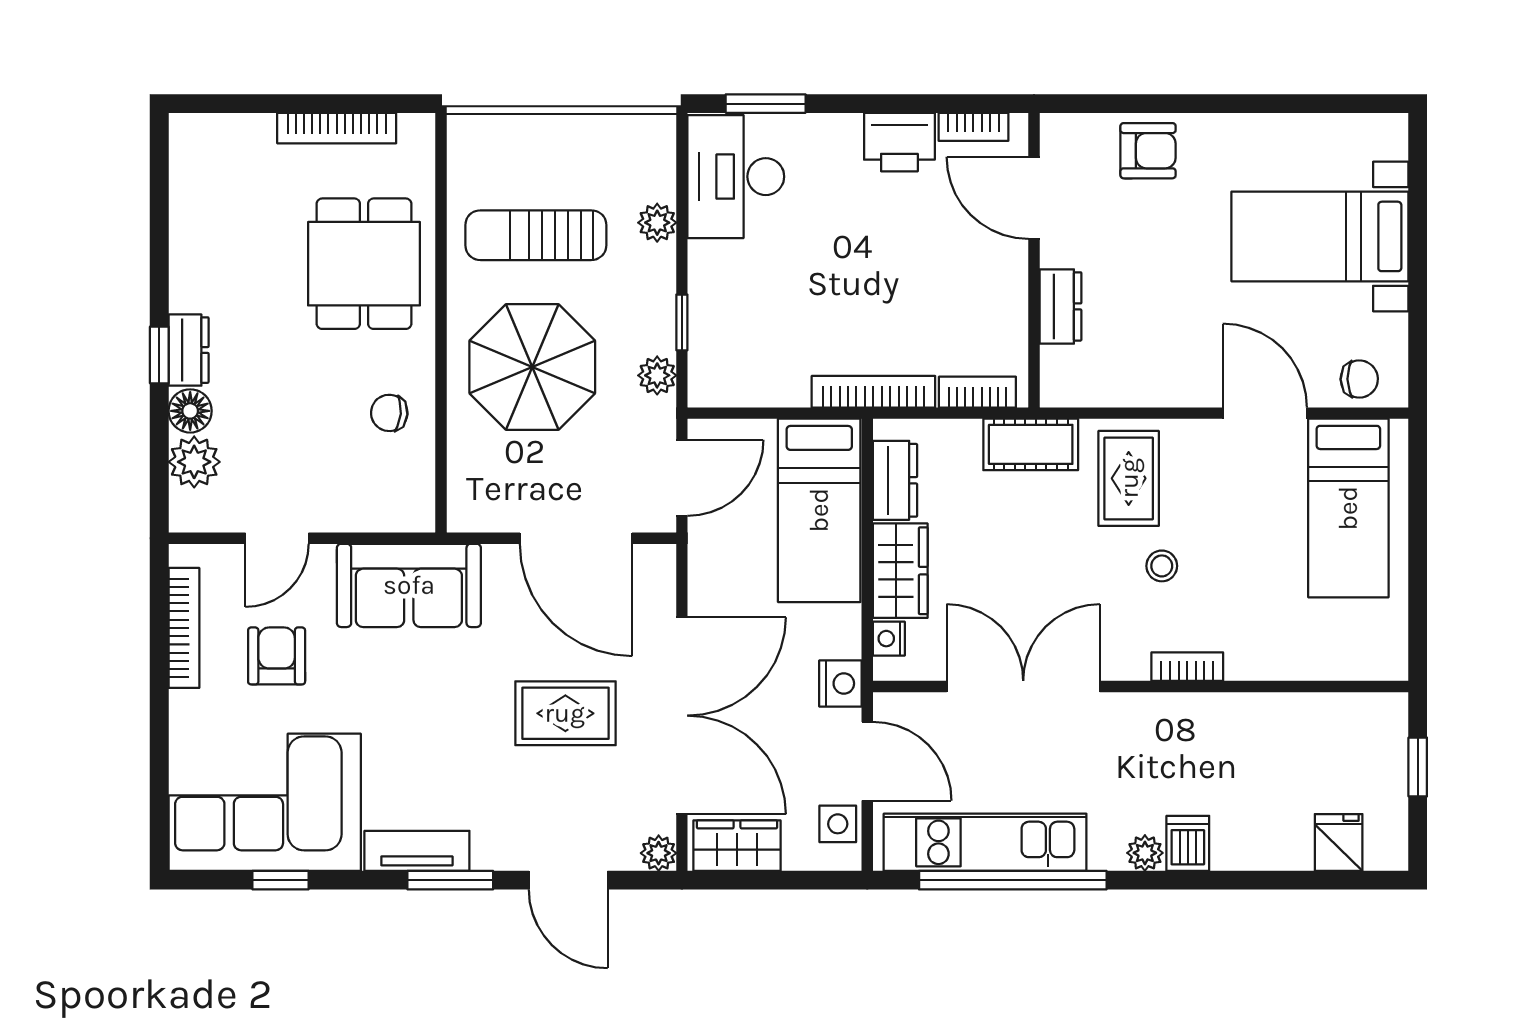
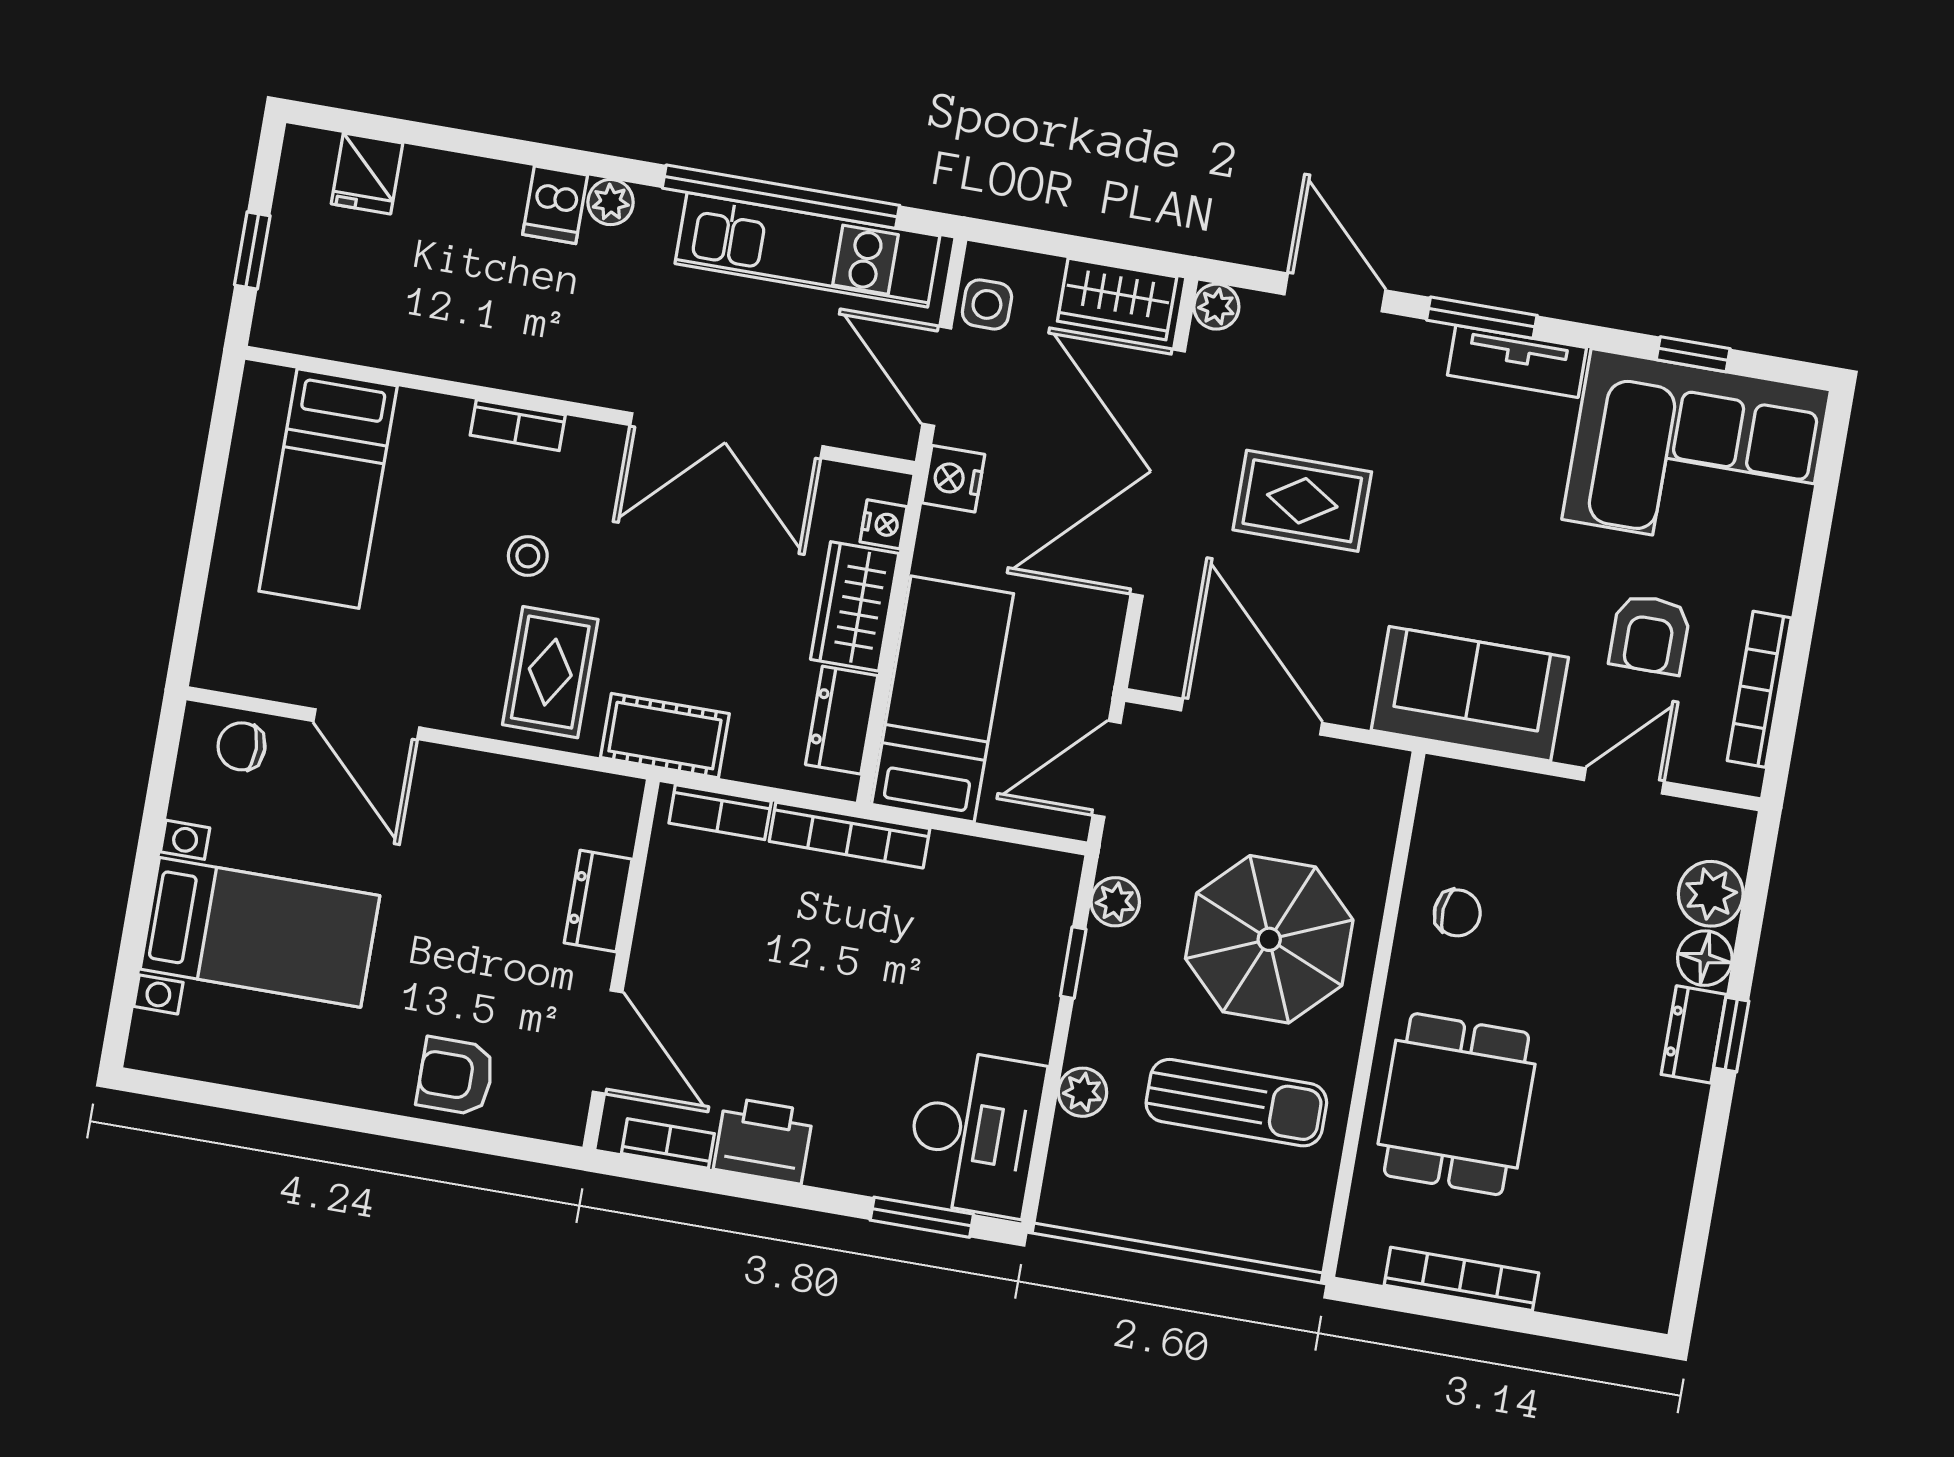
bed: (1348, 508) -> (328, 489), moved, turned 180

